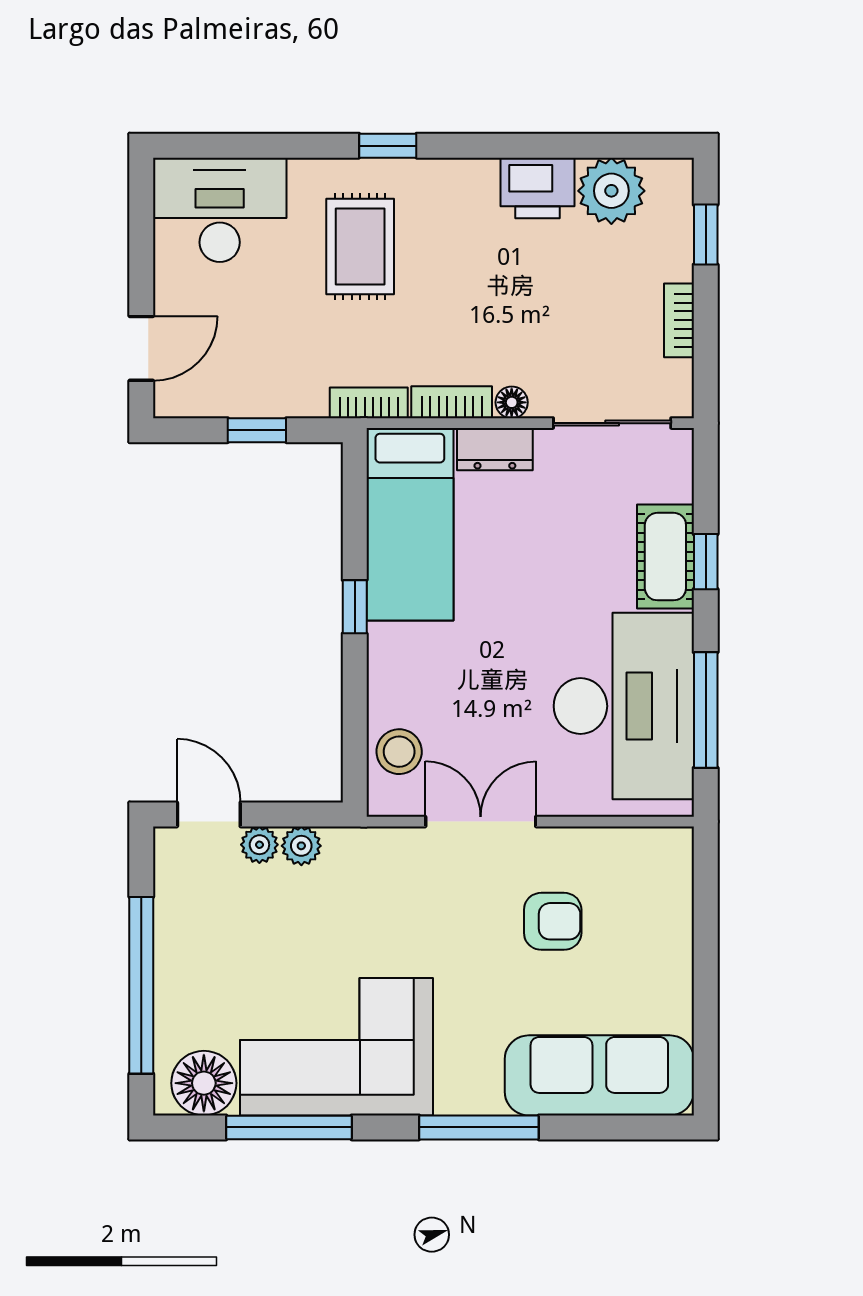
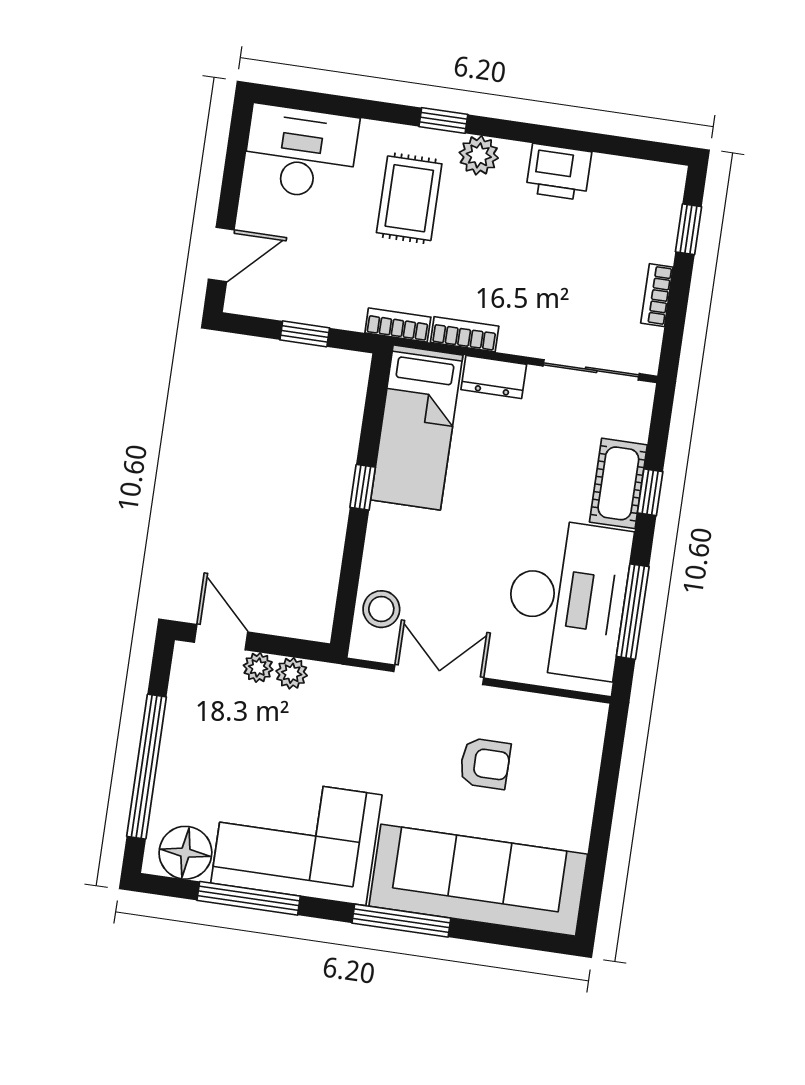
plant: (611, 191) -> (479, 155), moved, width x0.73, depth x0.73
floor lamp: (512, 402) -> (513, 341), removed
sofa: (599, 1075) -> (478, 880), width x1.36, depth x1.27

